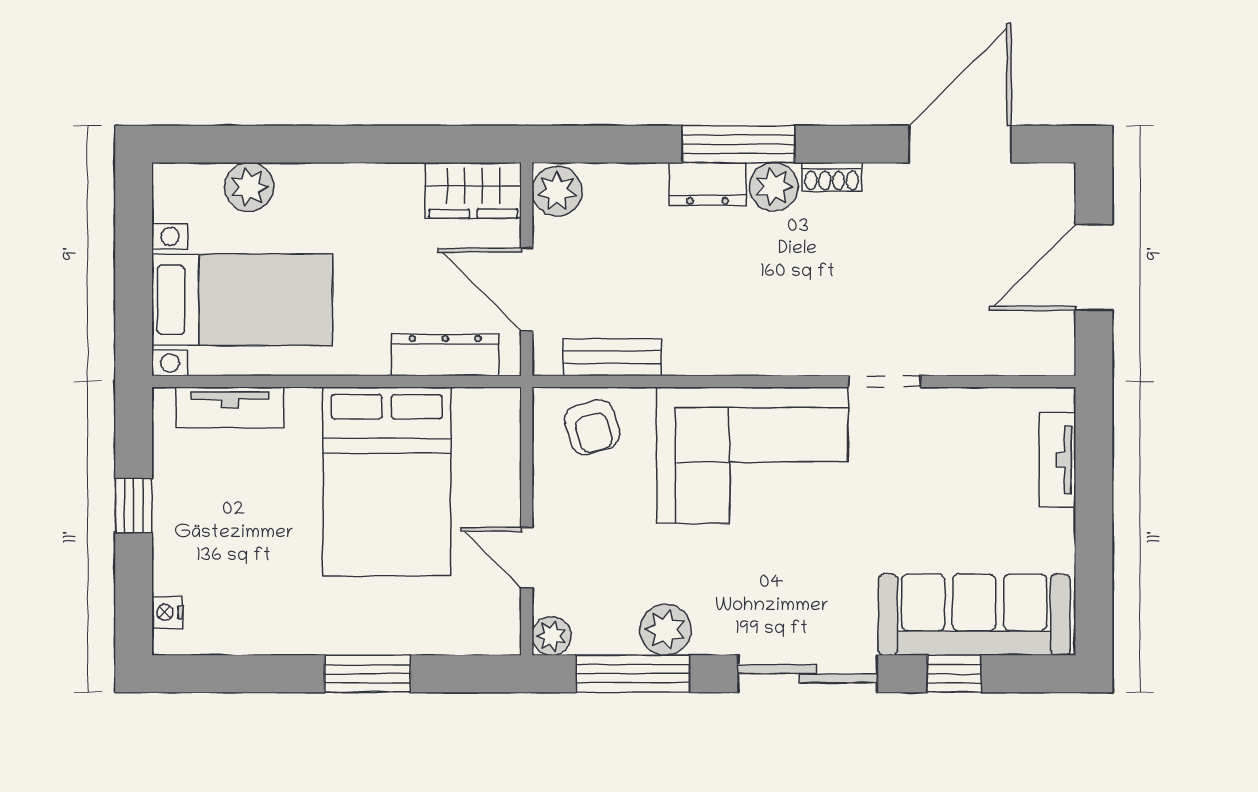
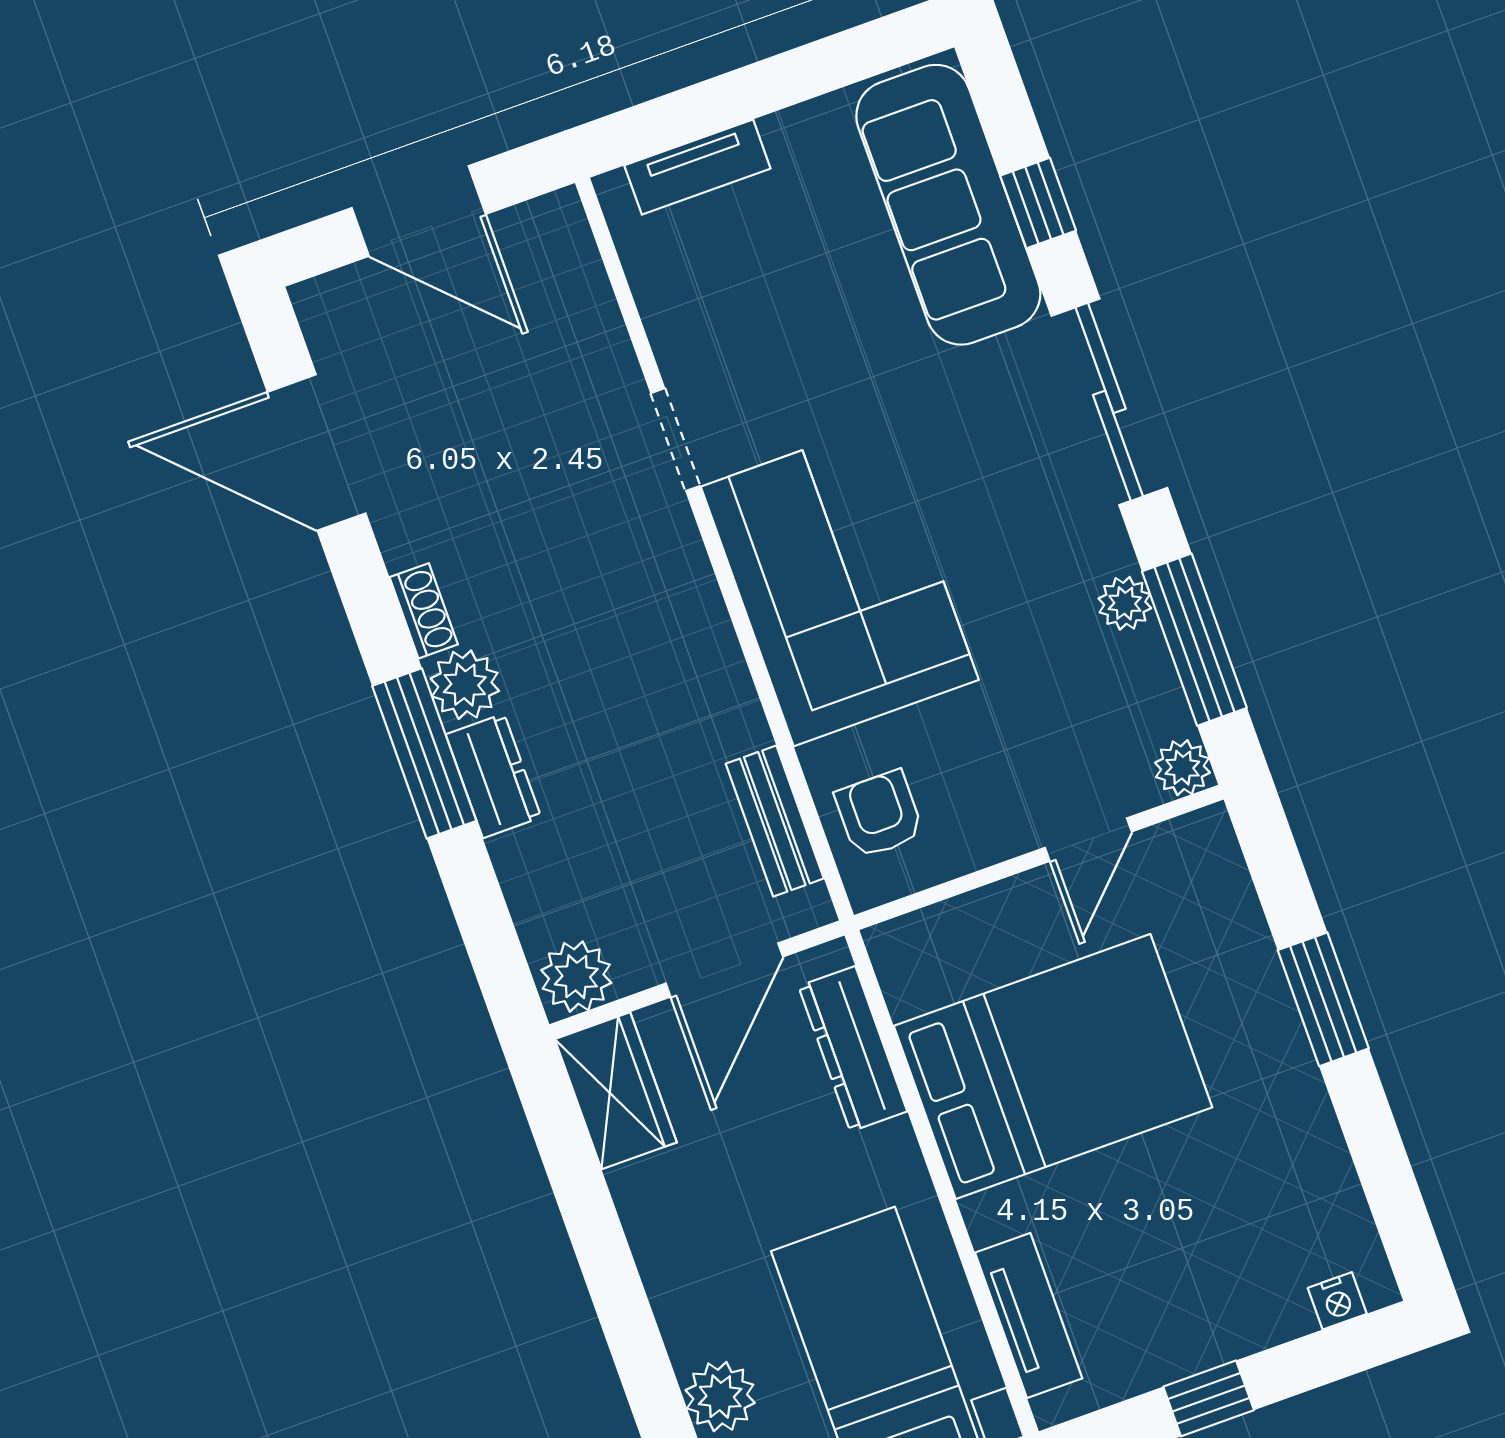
armchair: (592, 427) -> (879, 814), turned -74
plant: (666, 630) -> (1125, 603), width x0.73, depth x0.73

